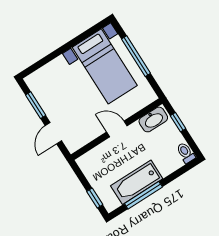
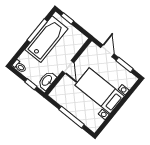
bed with nightstands: (105, 66) -> (100, 91), moved
door: (117, 129) -> (68, 67), hinge flipped
bathtub: (137, 182) -> (46, 39), width x1.36, depth x1.36

